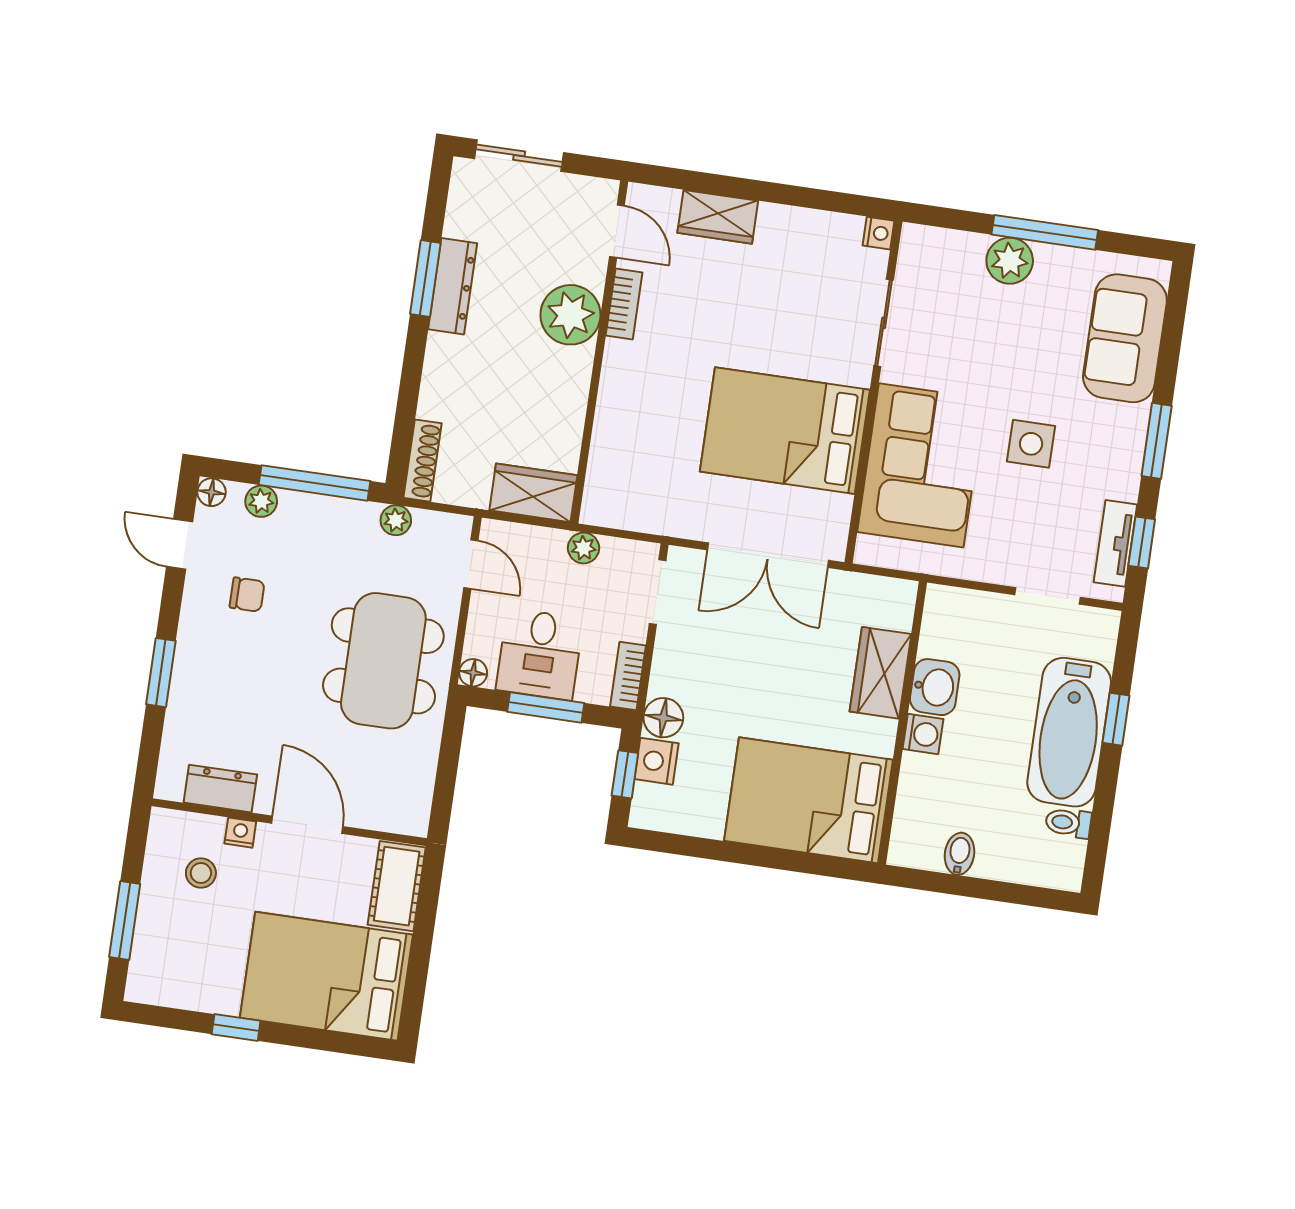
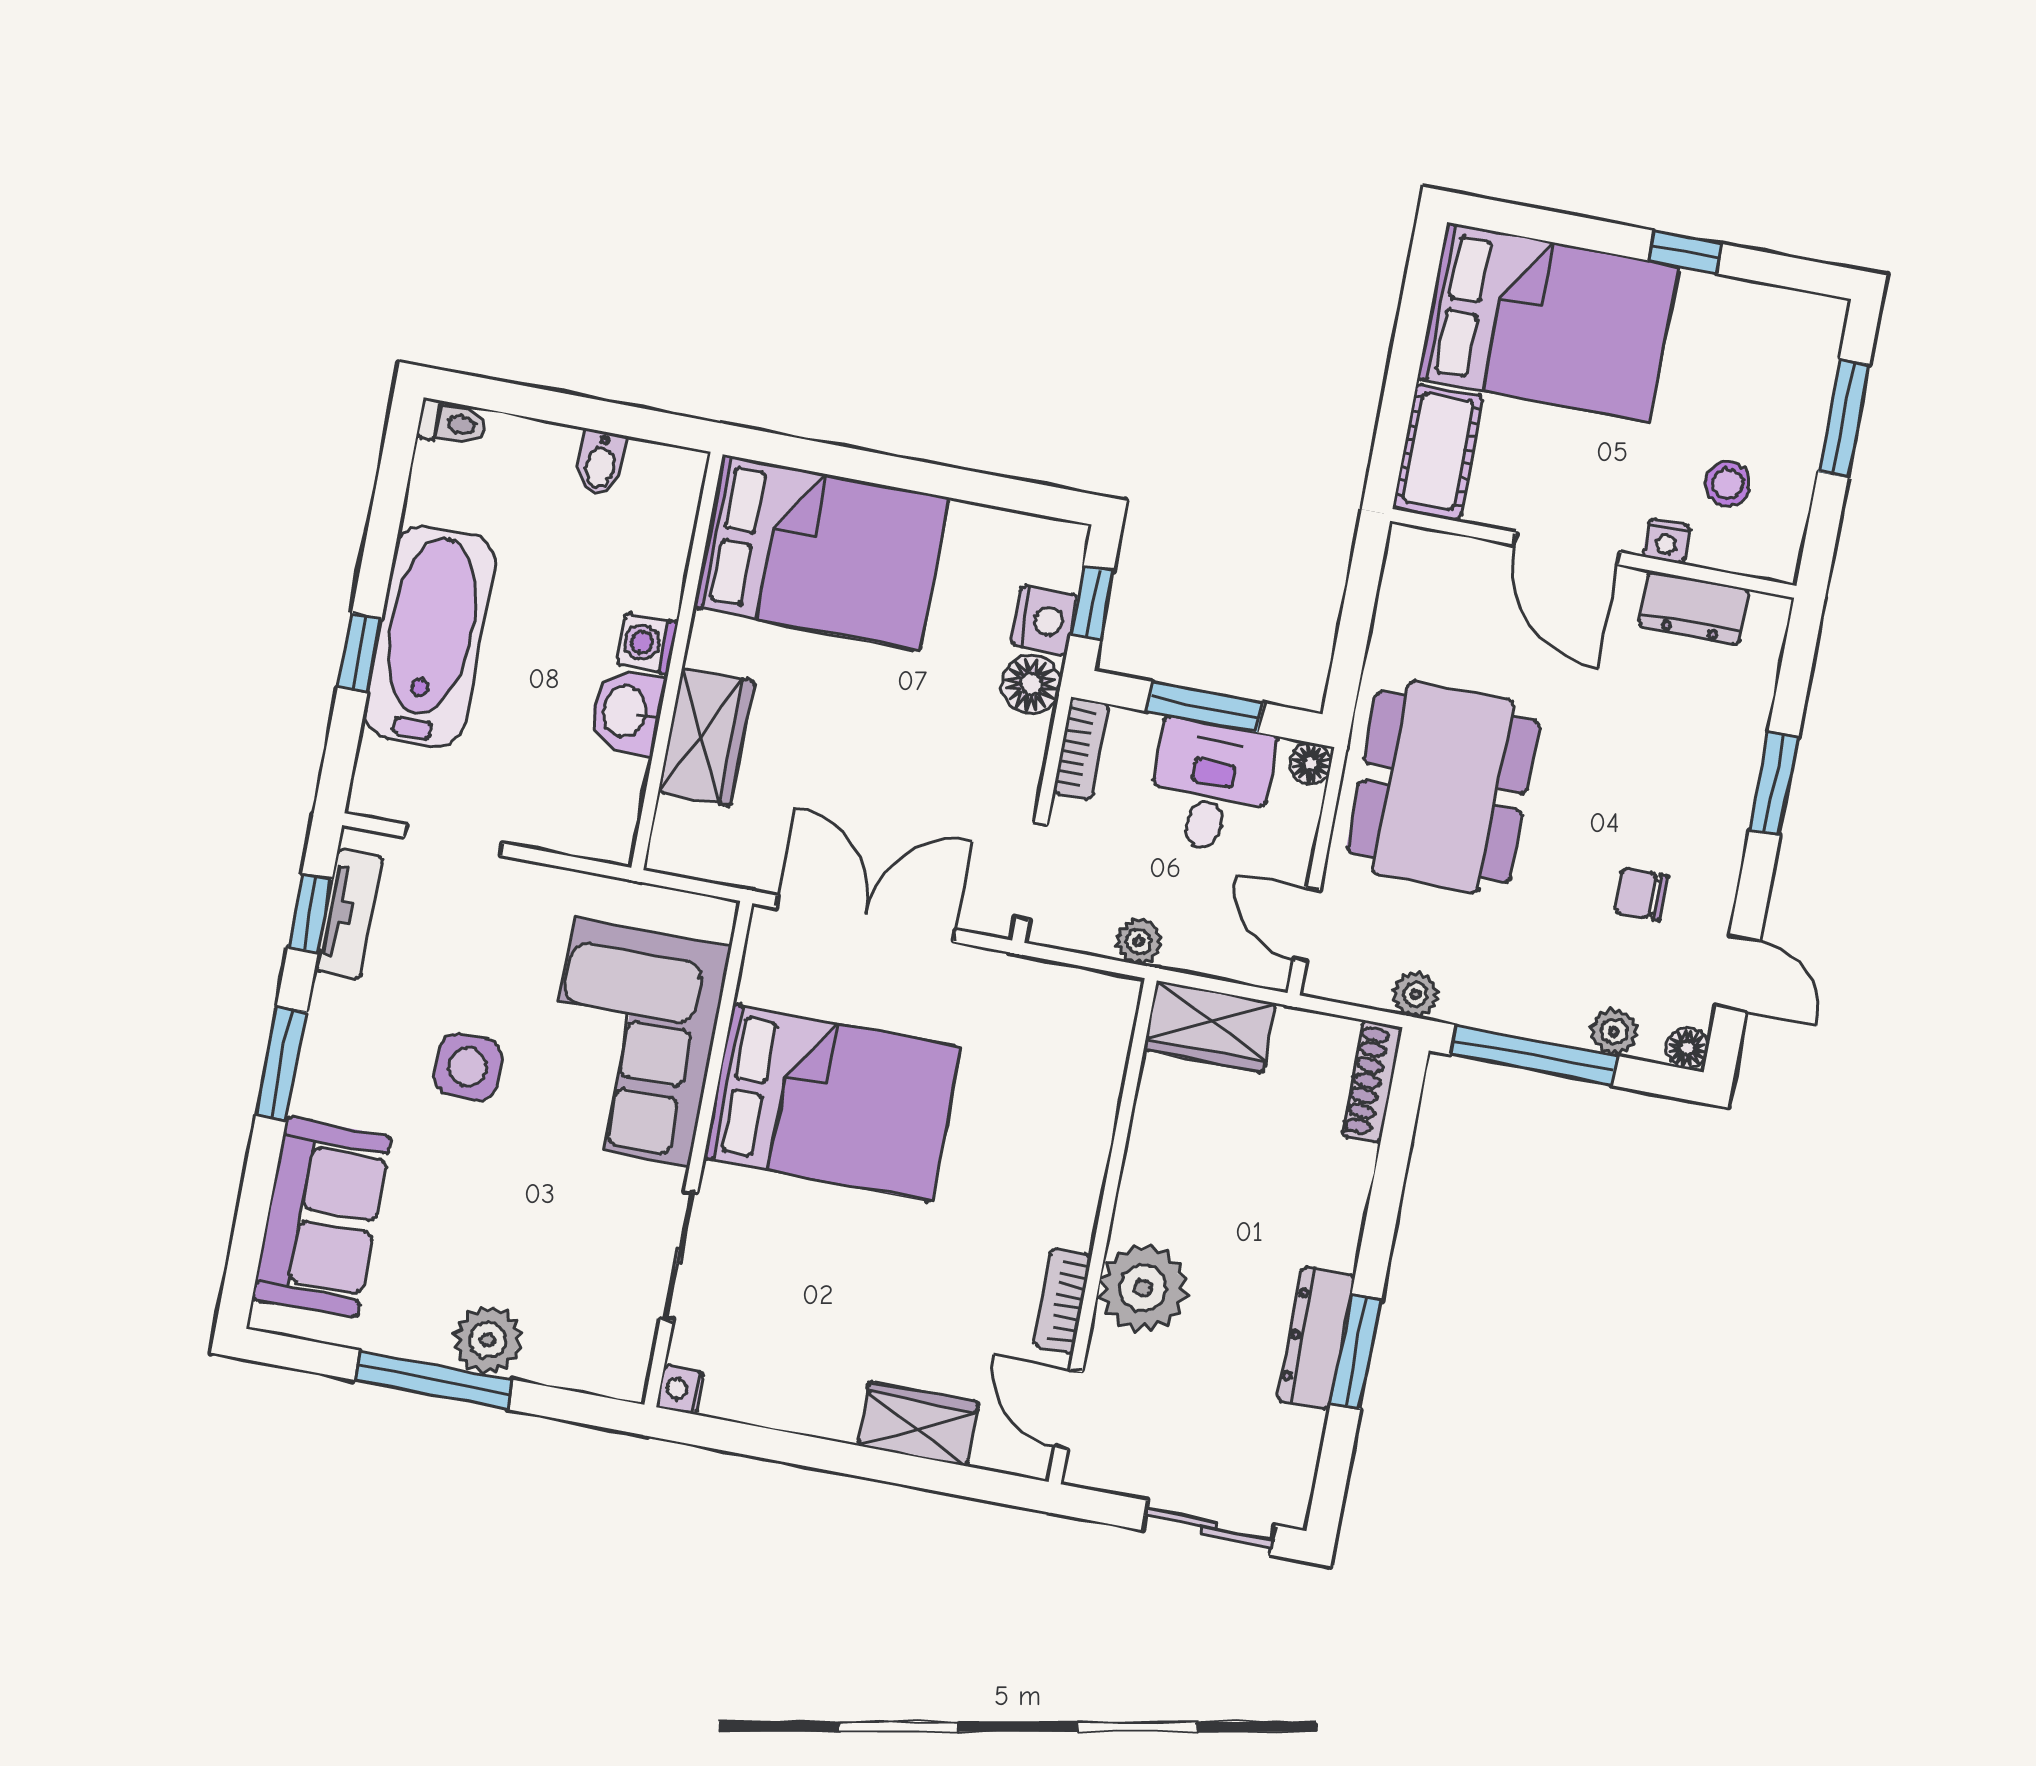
toilet: (1068, 823) -> (452, 423), moved

